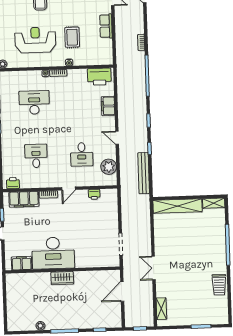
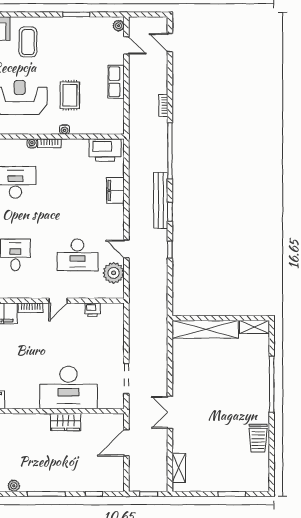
door: (117, 138) -> (126, 249), moved
desk: (82, 154) -> (77, 255), width x1.37
bench: (144, 173) -> (161, 200), moved
desk: (53, 253) -> (69, 388), moved
wardrobe: (62, 278) -> (66, 422), moved

